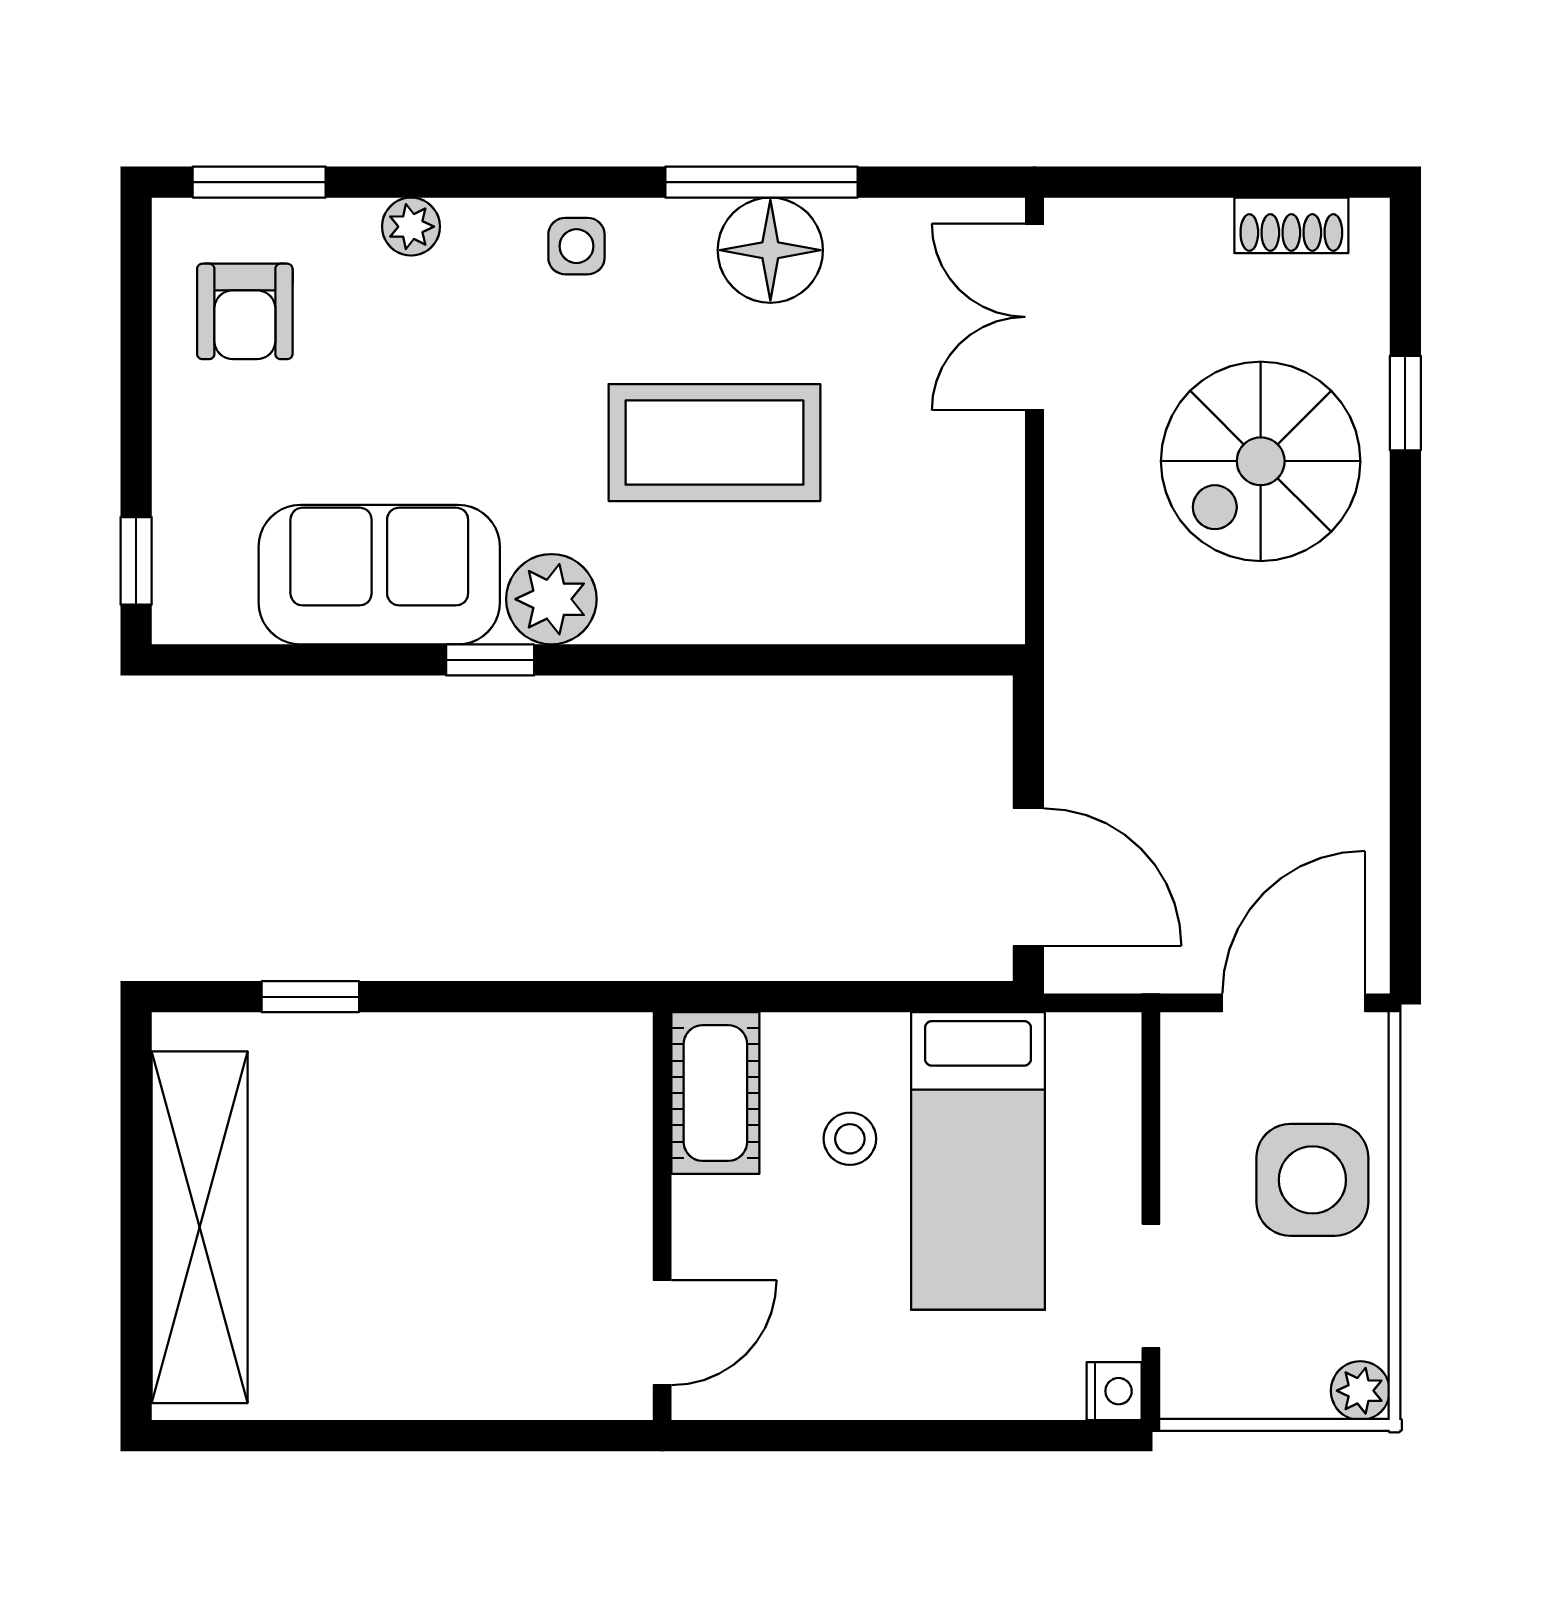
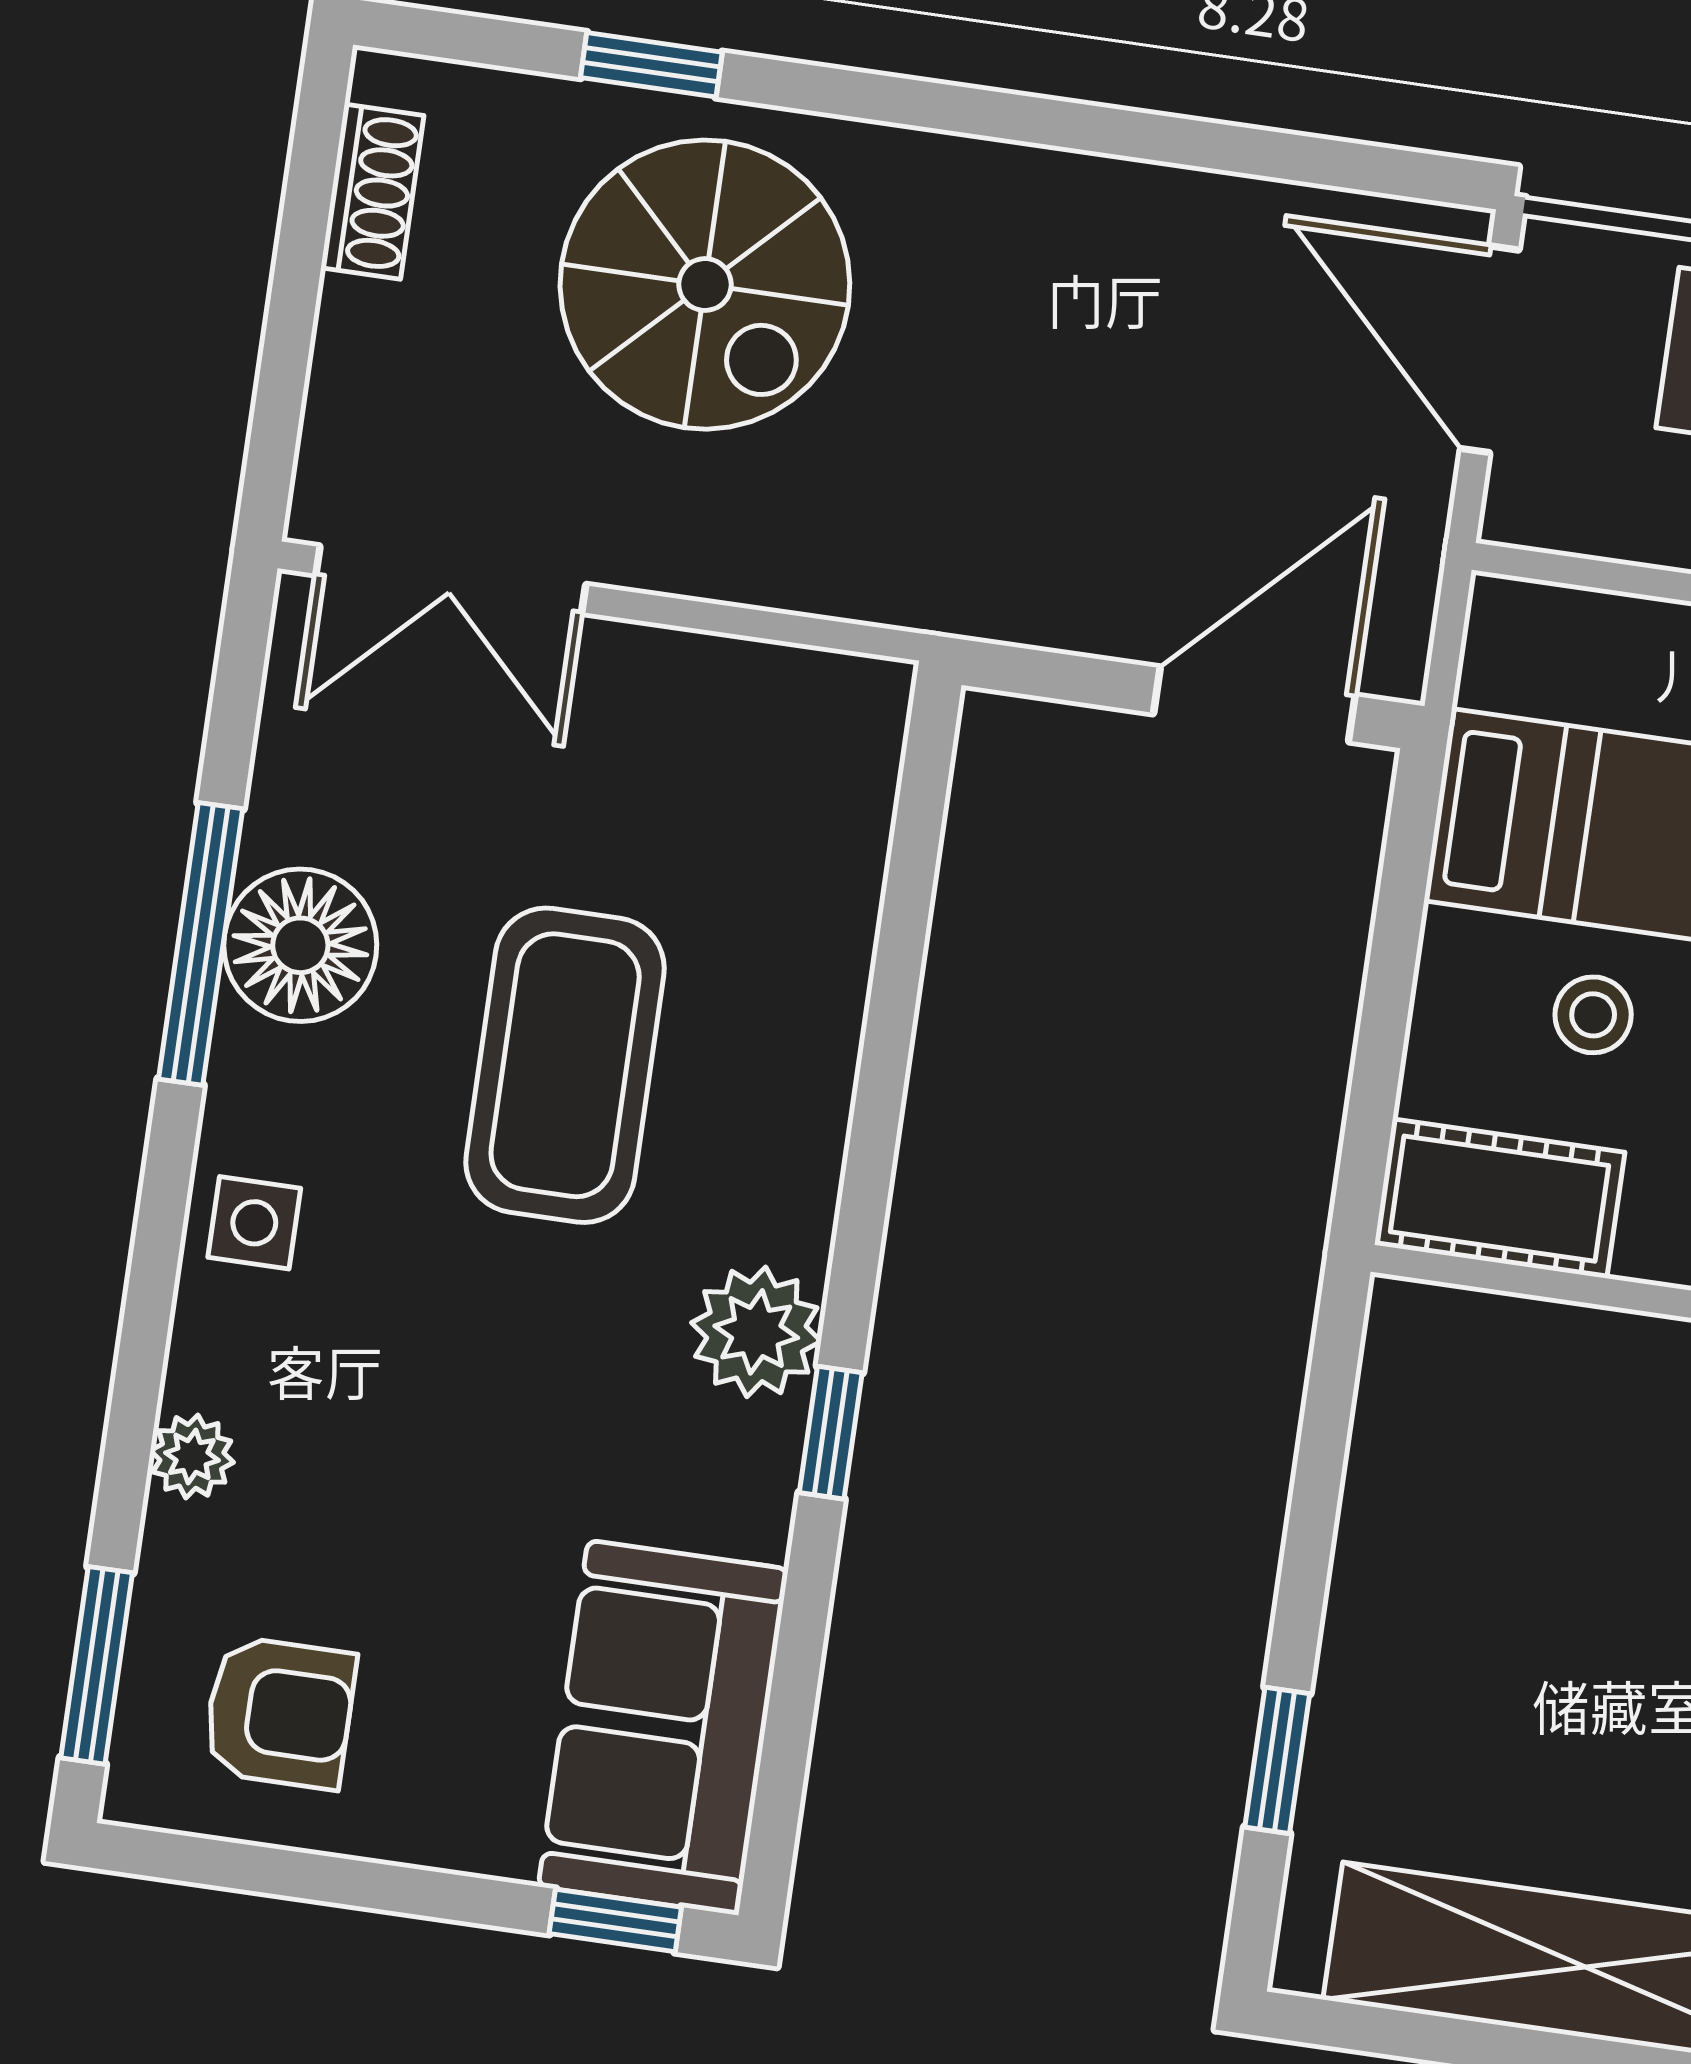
sofa: (379, 575) -> (663, 1728), moved

